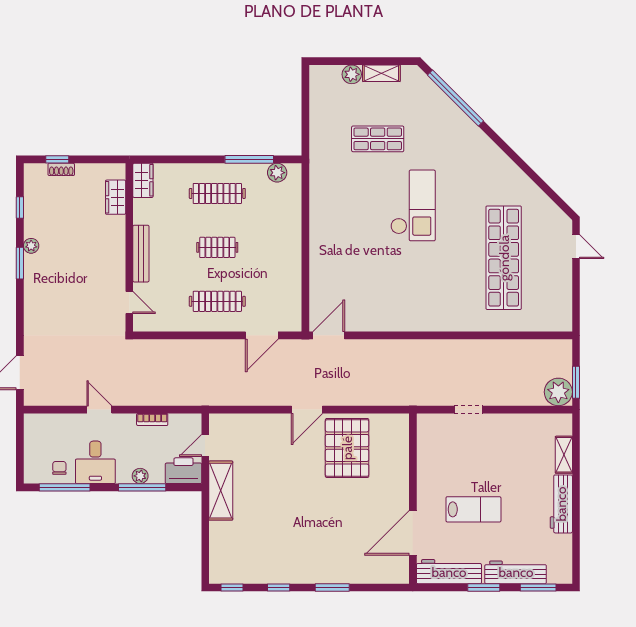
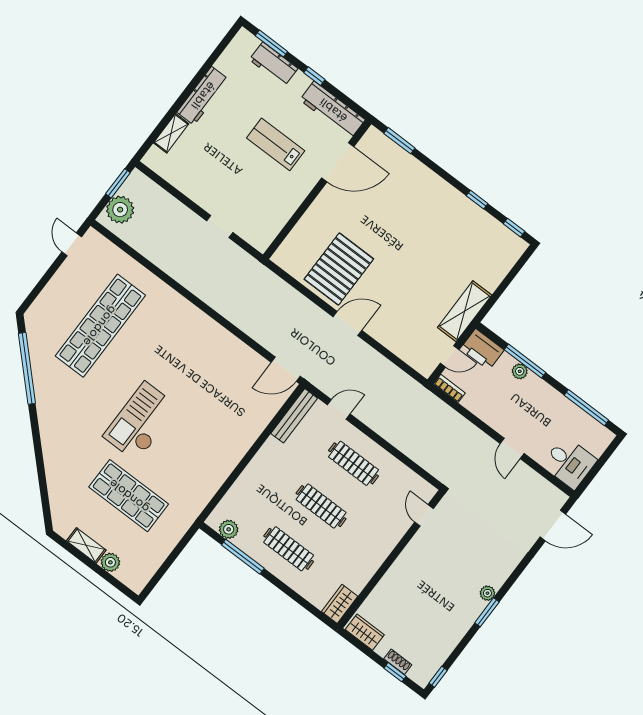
window: (455, 98) -> (27, 368), moved
shop shelf: (378, 139) -> (129, 496), width x1.43, depth x1.36
wardrobe: (116, 197) -> (365, 632), moved, turned -90
window: (20, 208) -> (438, 677), moved
plant: (31, 246) -> (487, 593), moved
clothes rail: (217, 247) -> (321, 506), width x1.36
door: (576, 247) -> (72, 244), moved
bench: (141, 254) -> (294, 416), moved
door: (262, 335) -> (339, 409), width x0.73
plant: (558, 392) -> (120, 210), moved
bookcase: (152, 419) -> (449, 388), moved
desk: (95, 462) -> (569, 463), moved, turned 90
chair: (59, 468) -> (579, 426), removed
workbench: (516, 572) -> (274, 64), width x0.73
window: (332, 588) -> (399, 141), moved
window: (484, 588) -> (314, 76), width x0.67

